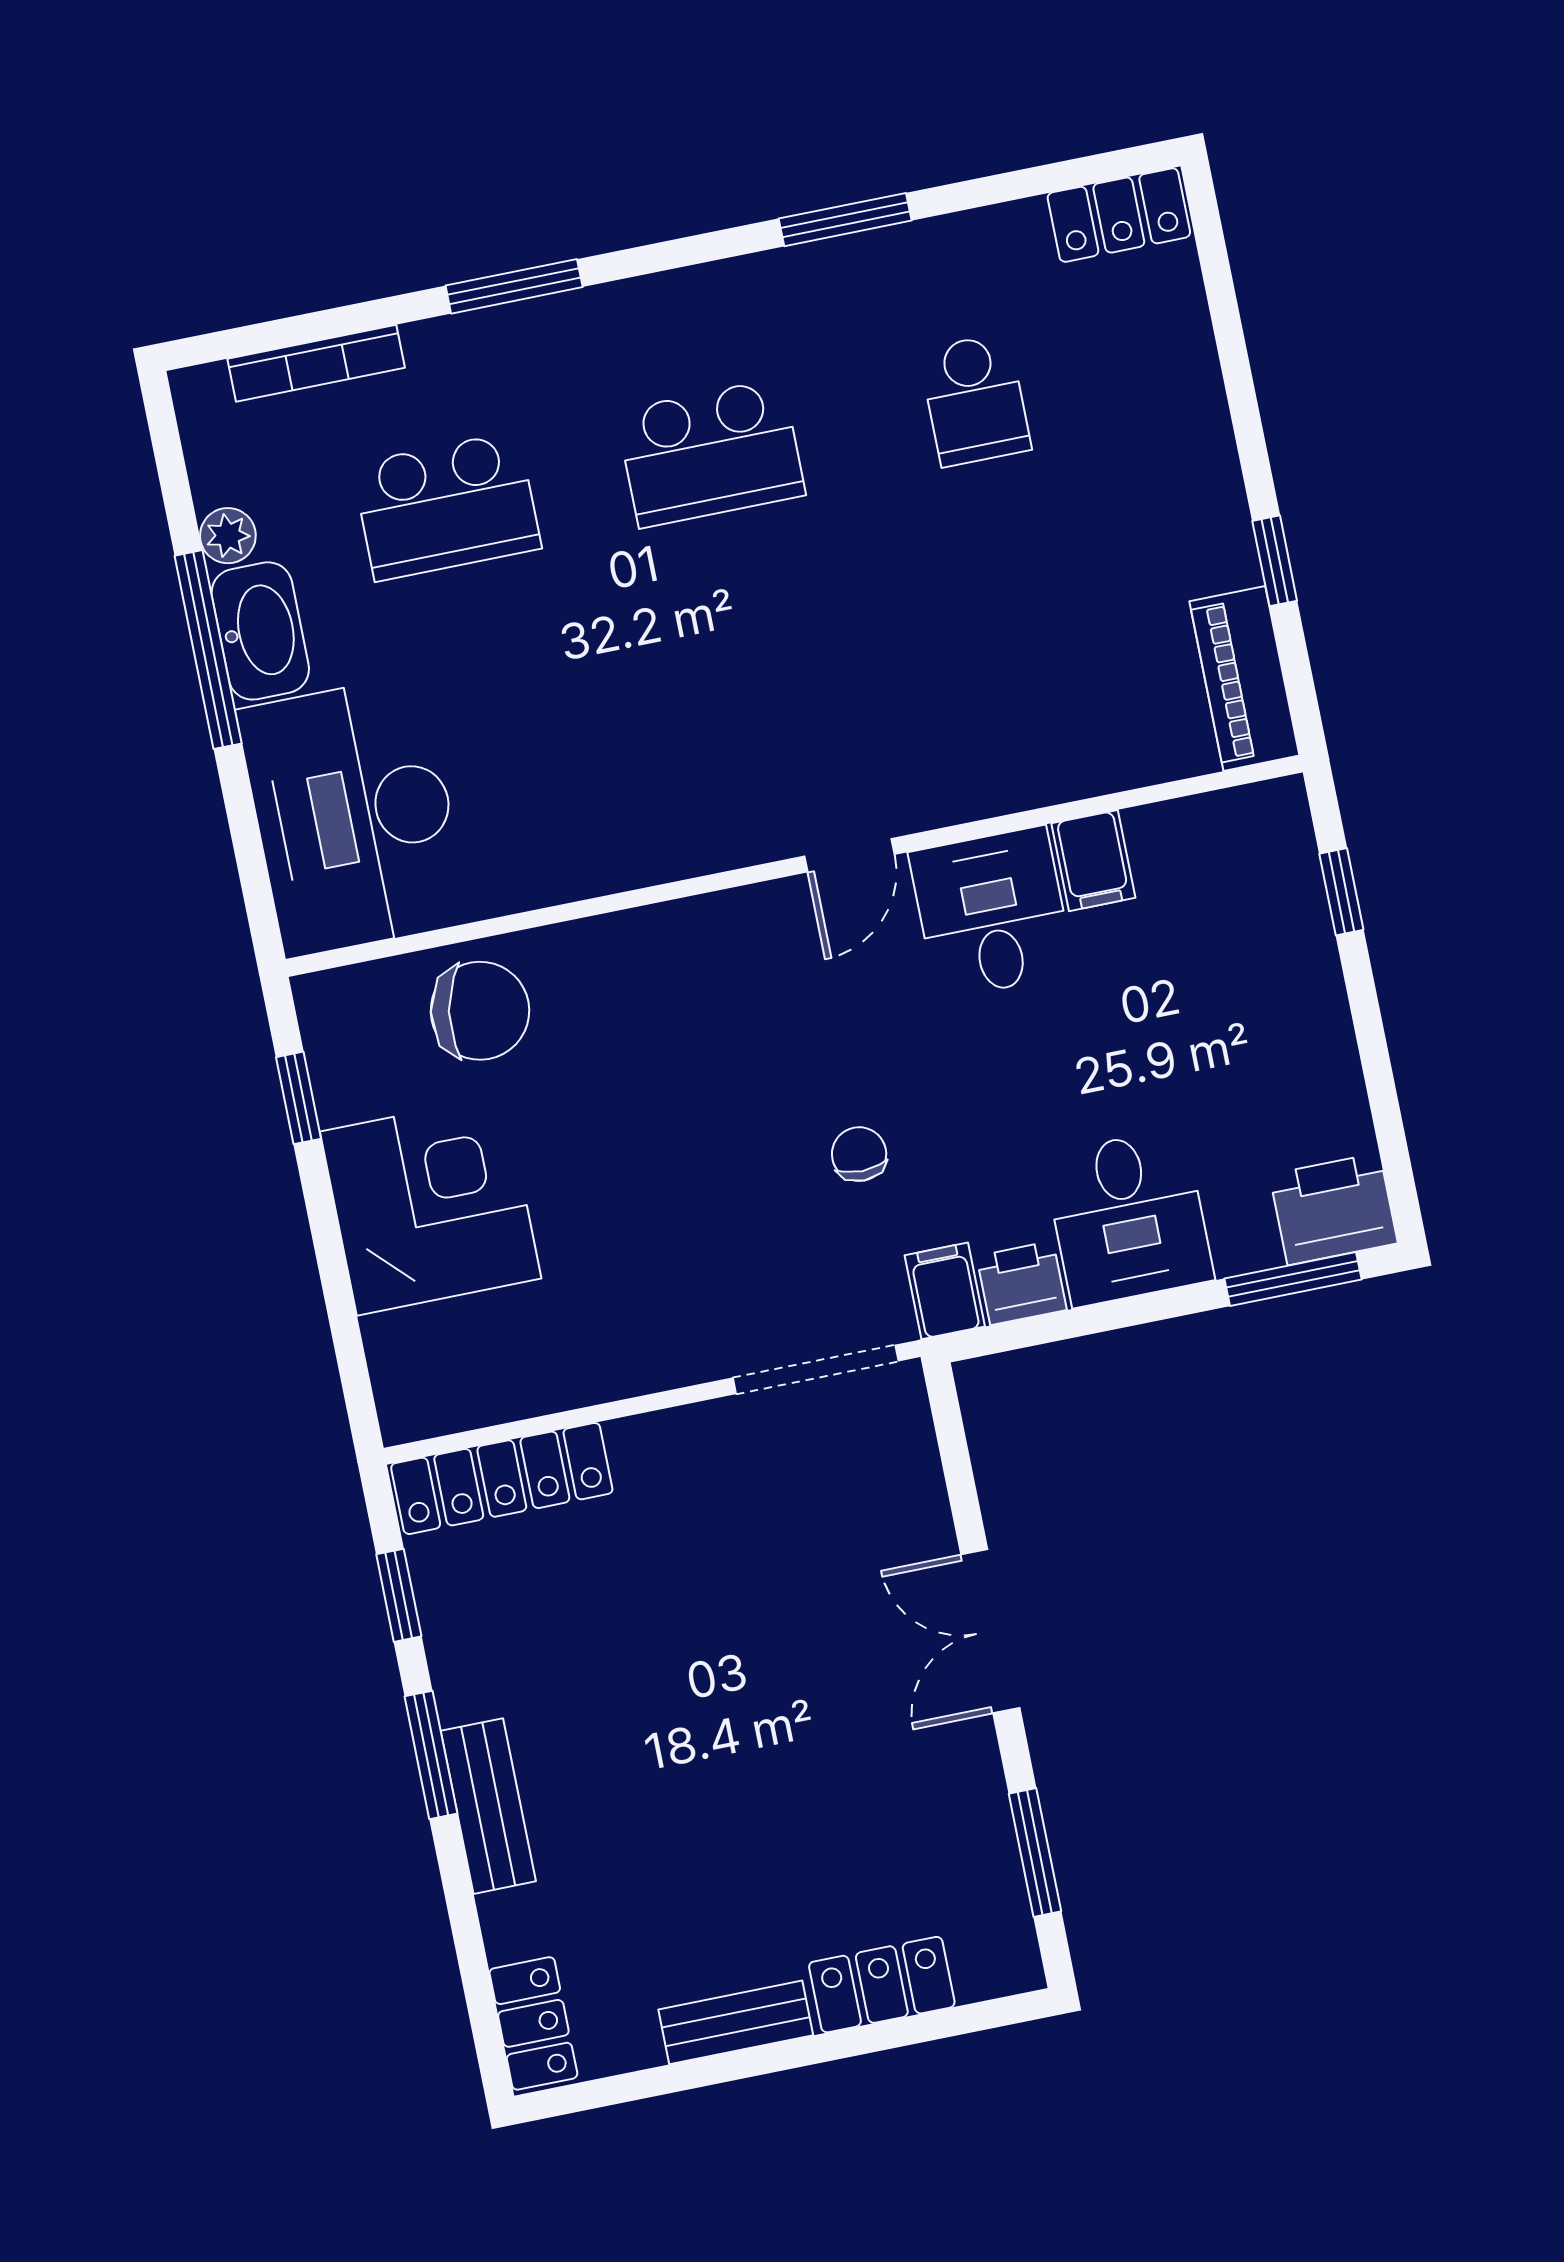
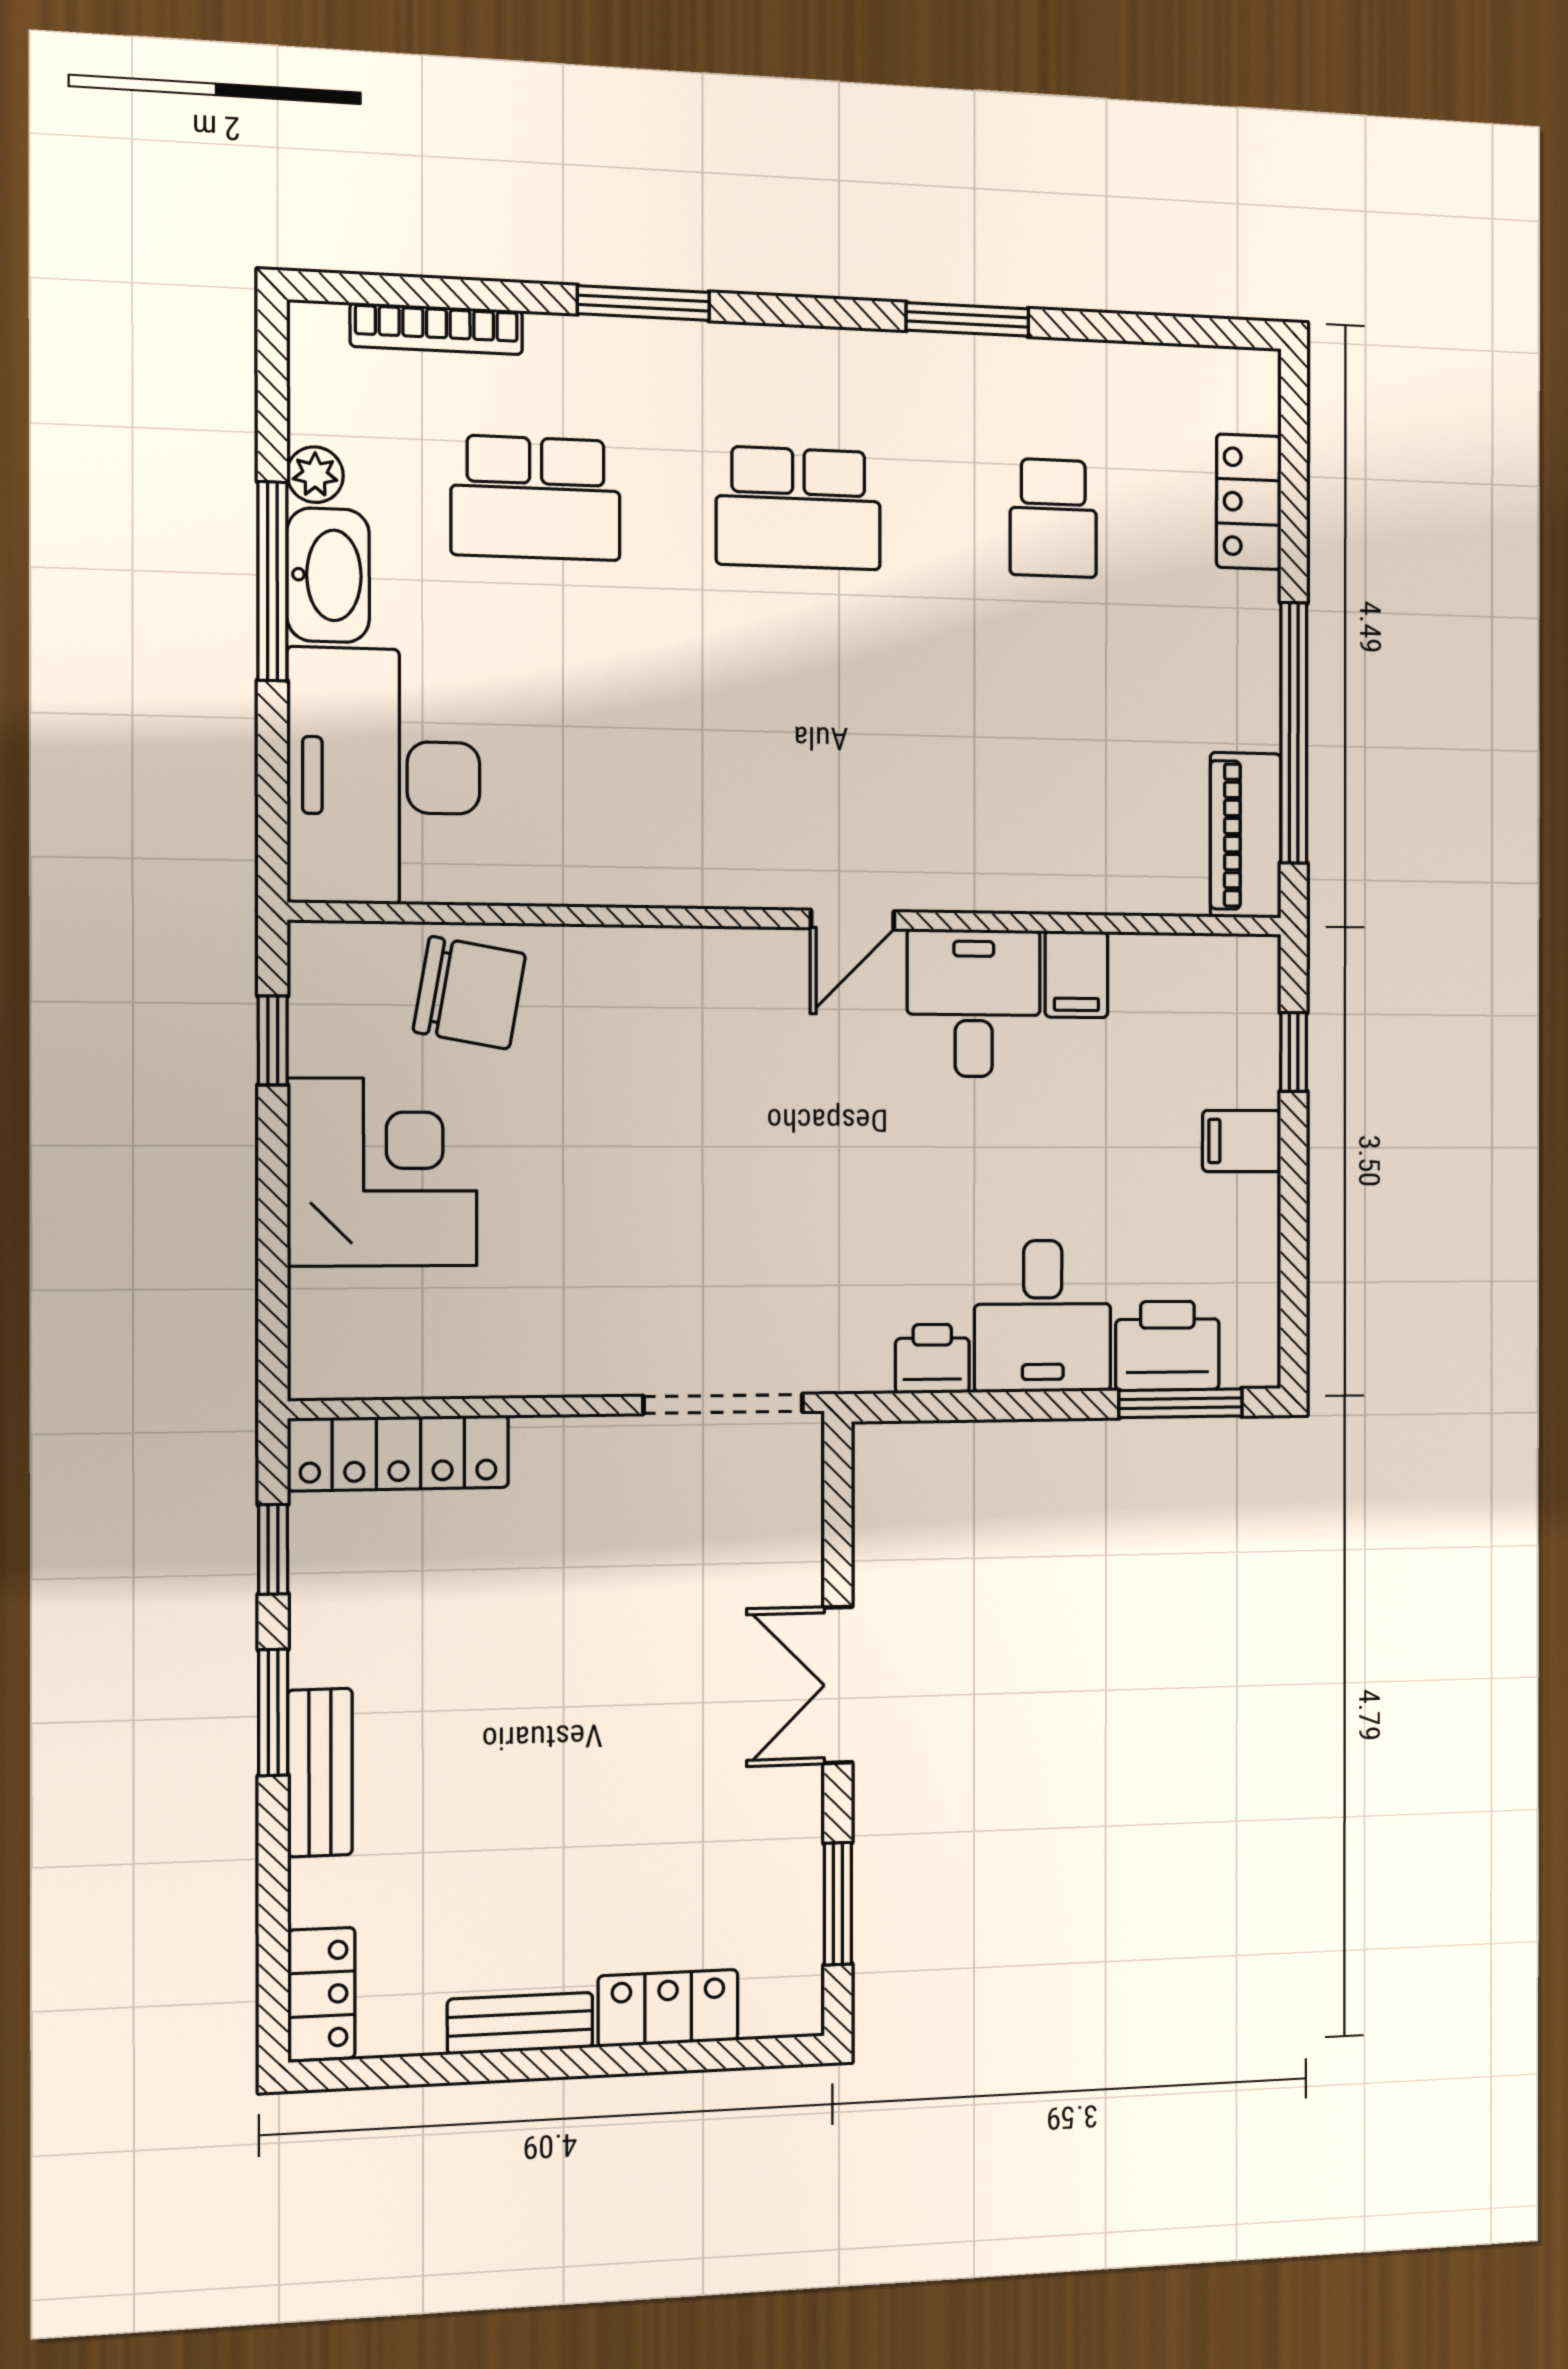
locker: (1119, 215) -> (1249, 502), moved, turned 90
window: (1275, 561) -> (1294, 733), width x3.17
chair: (859, 1154) -> (805, 1206), removed
printer: (1334, 1209) -> (1167, 1346), moved
filing cabinet: (945, 1291) -> (1242, 1141), moved, turned -90

